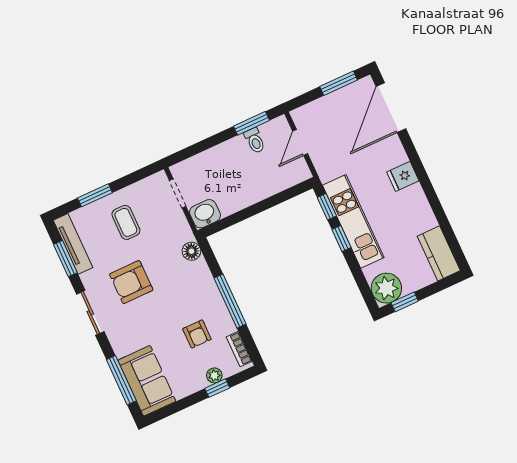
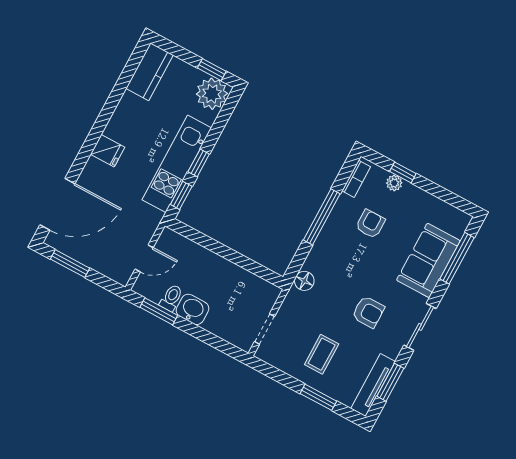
washbasin: (205, 214) -> (192, 309), moved, turned 180
armchair: (131, 282) -> (368, 312), width x0.72, depth x0.72
sofa: (147, 381) -> (428, 260), moved

